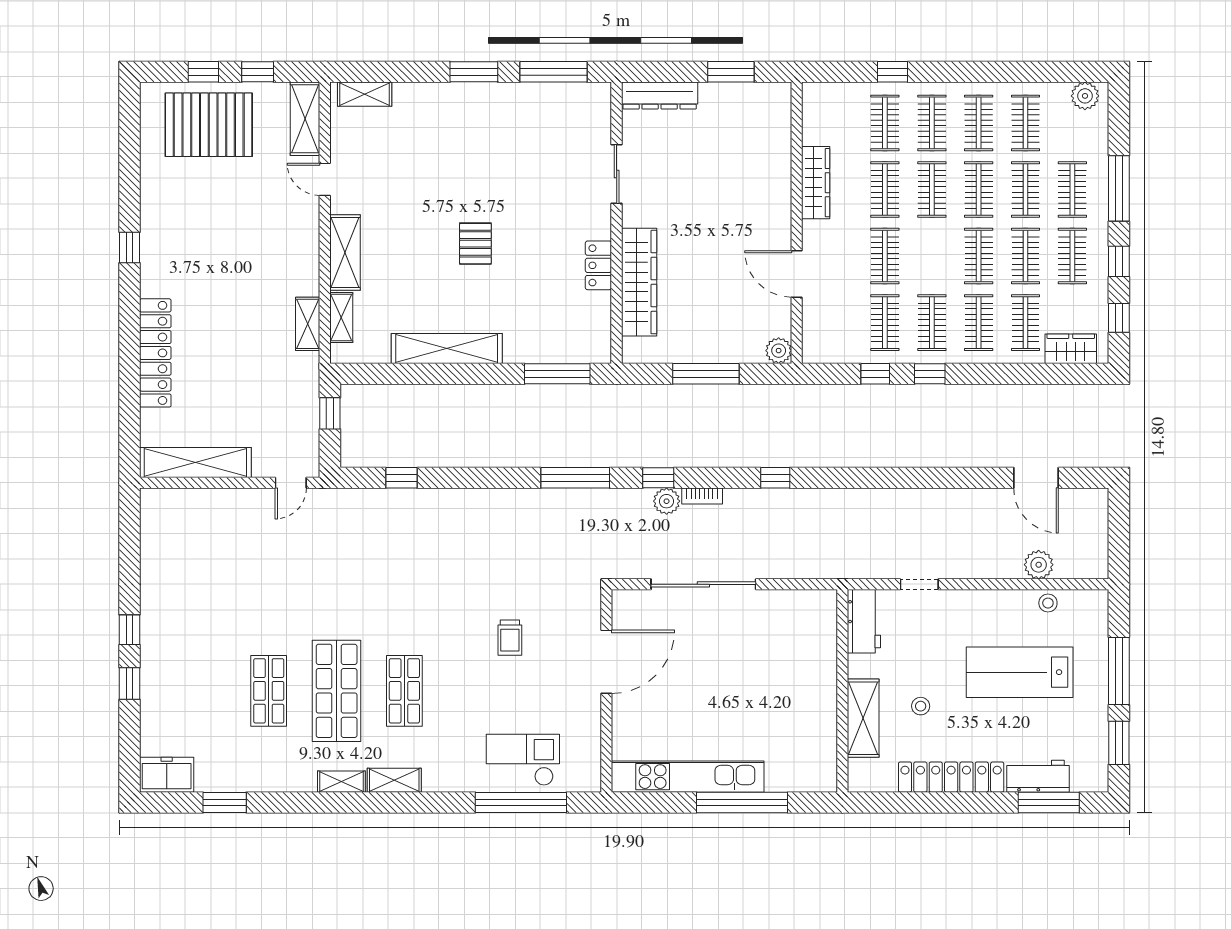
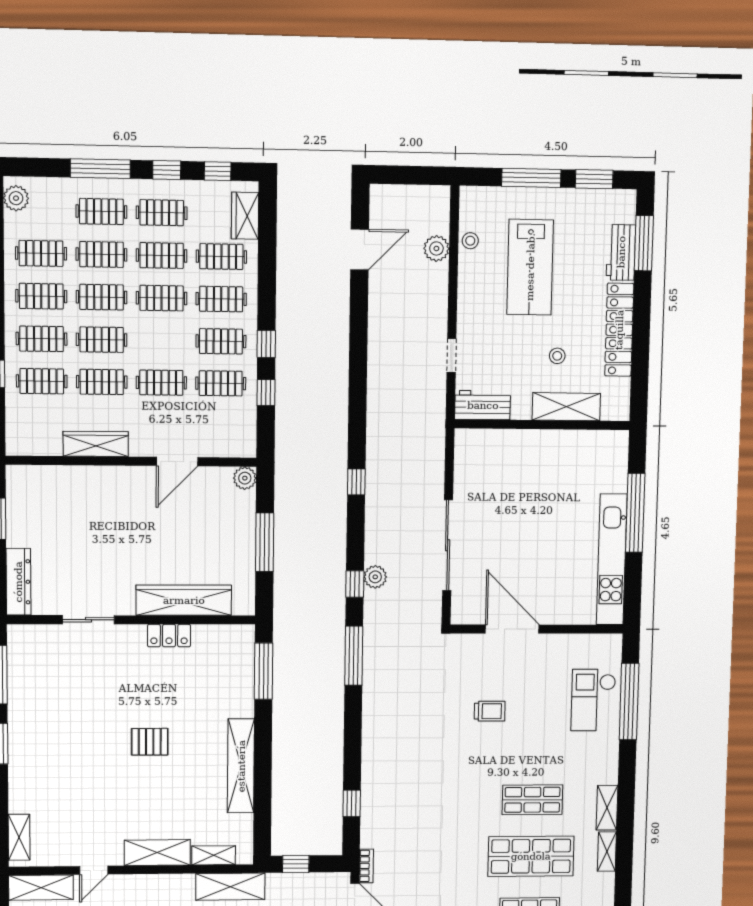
shelving: (308, 324) -> (230, 887), width x1.50, depth x1.33
bookcase: (702, 496) -> (366, 866), moved

